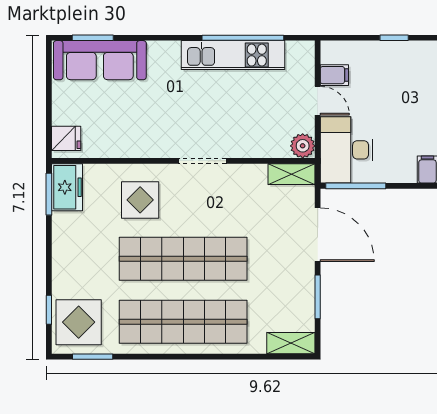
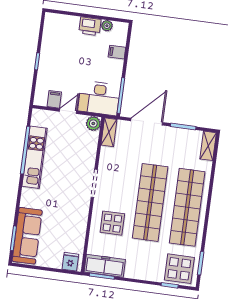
freezer: (67, 187) -> (105, 266), width x1.40

